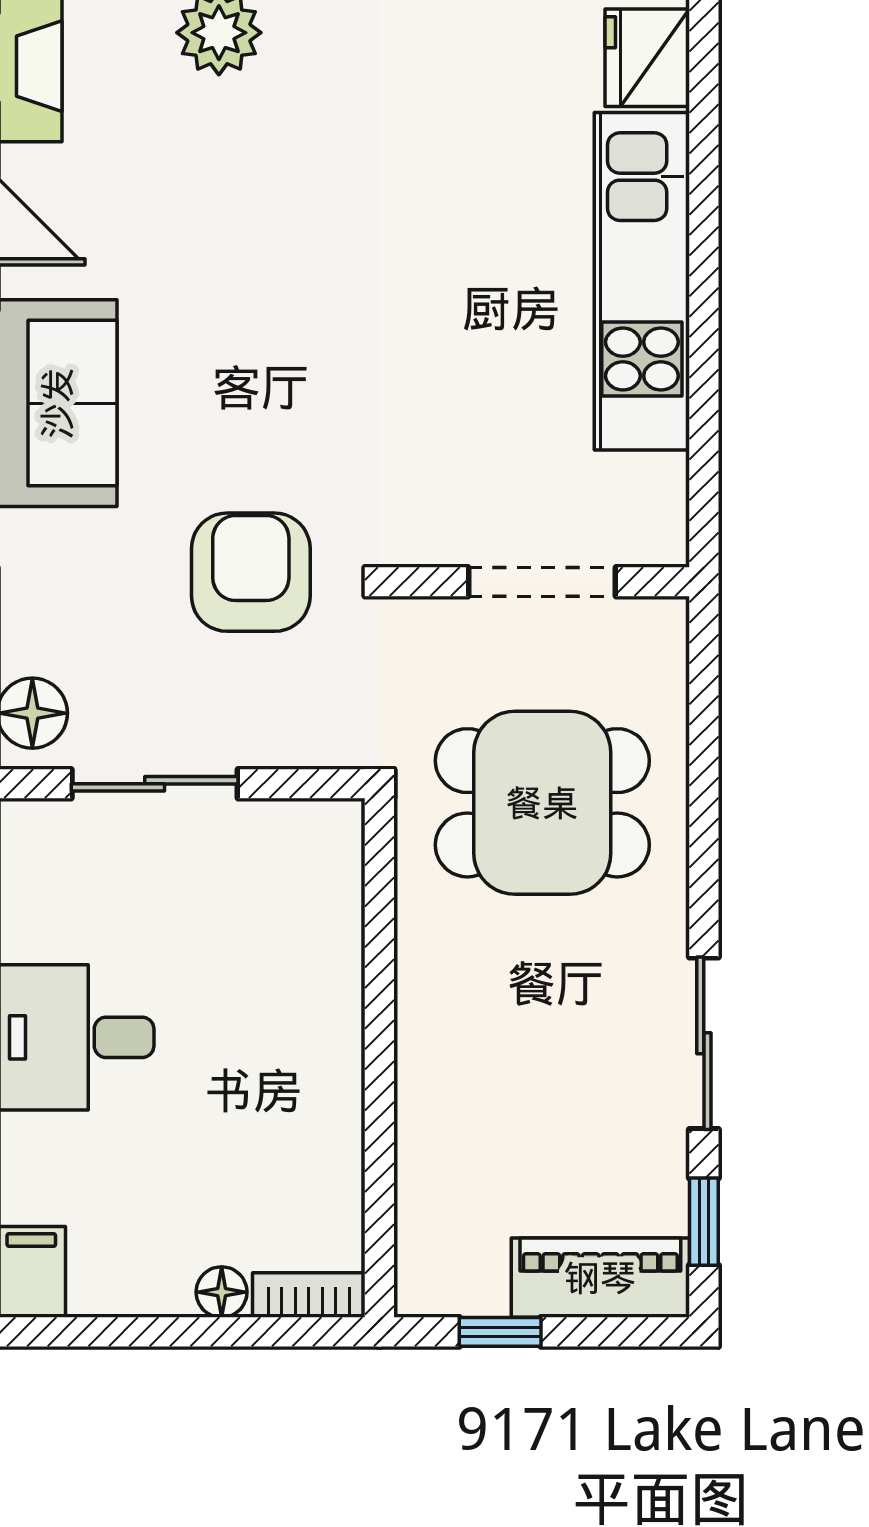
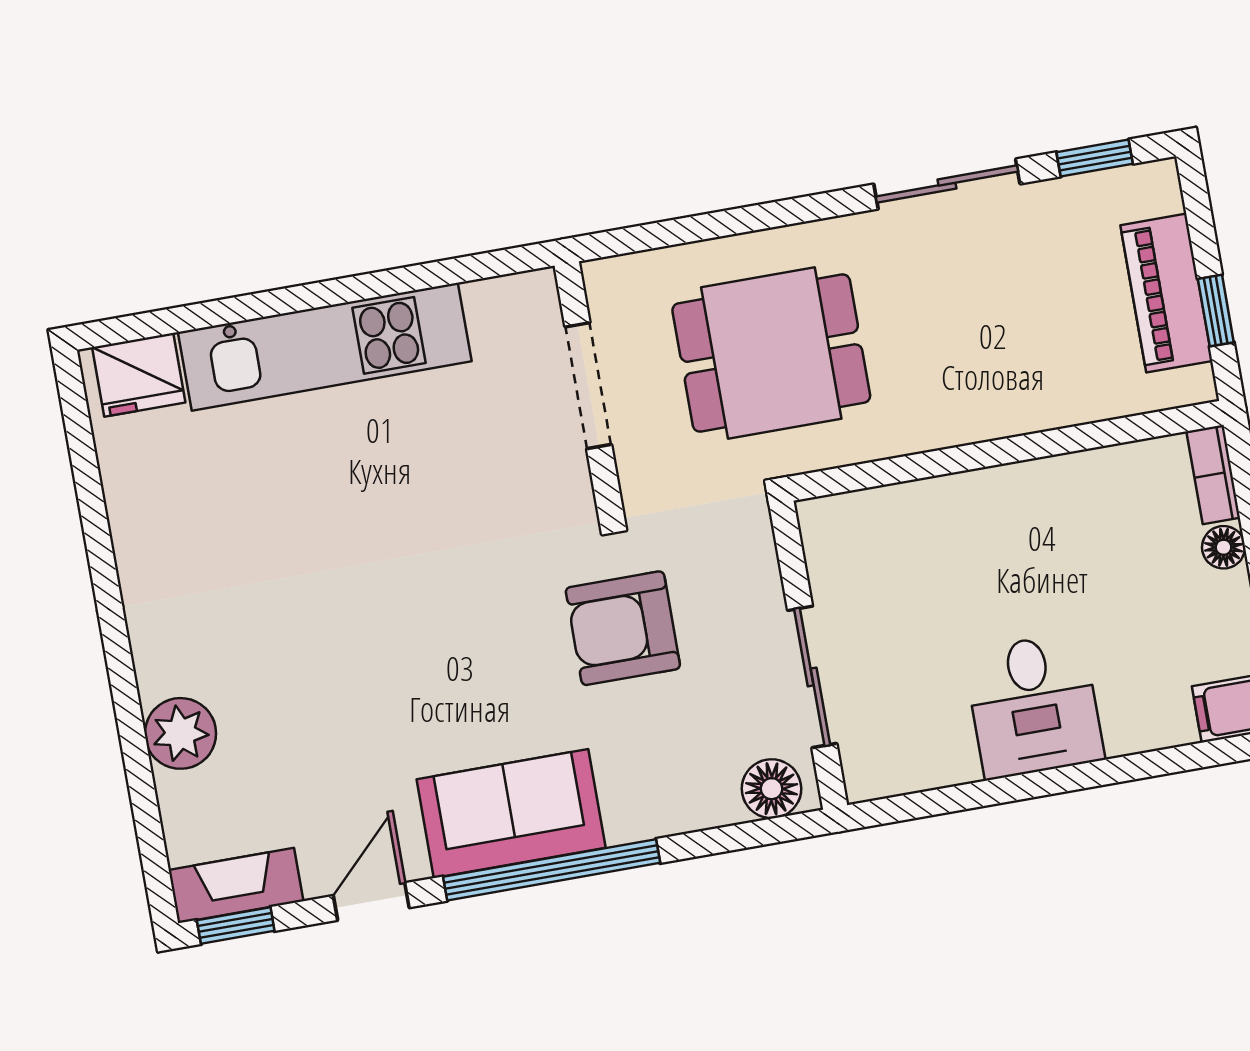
dining table: (542, 803) -> (771, 353), turned 90
piano: (600, 1278) -> (1166, 293), moved

